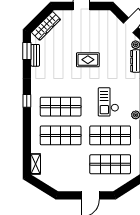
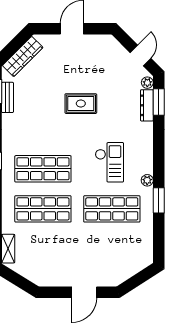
checkout: (108, 102) -> (109, 162), turned 180
shop shelf: (110, 164) -> (112, 249), removed

